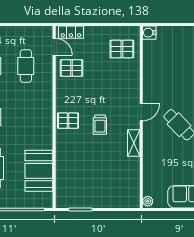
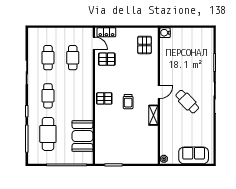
pallet: (122, 49) -> (145, 45), turned 90

